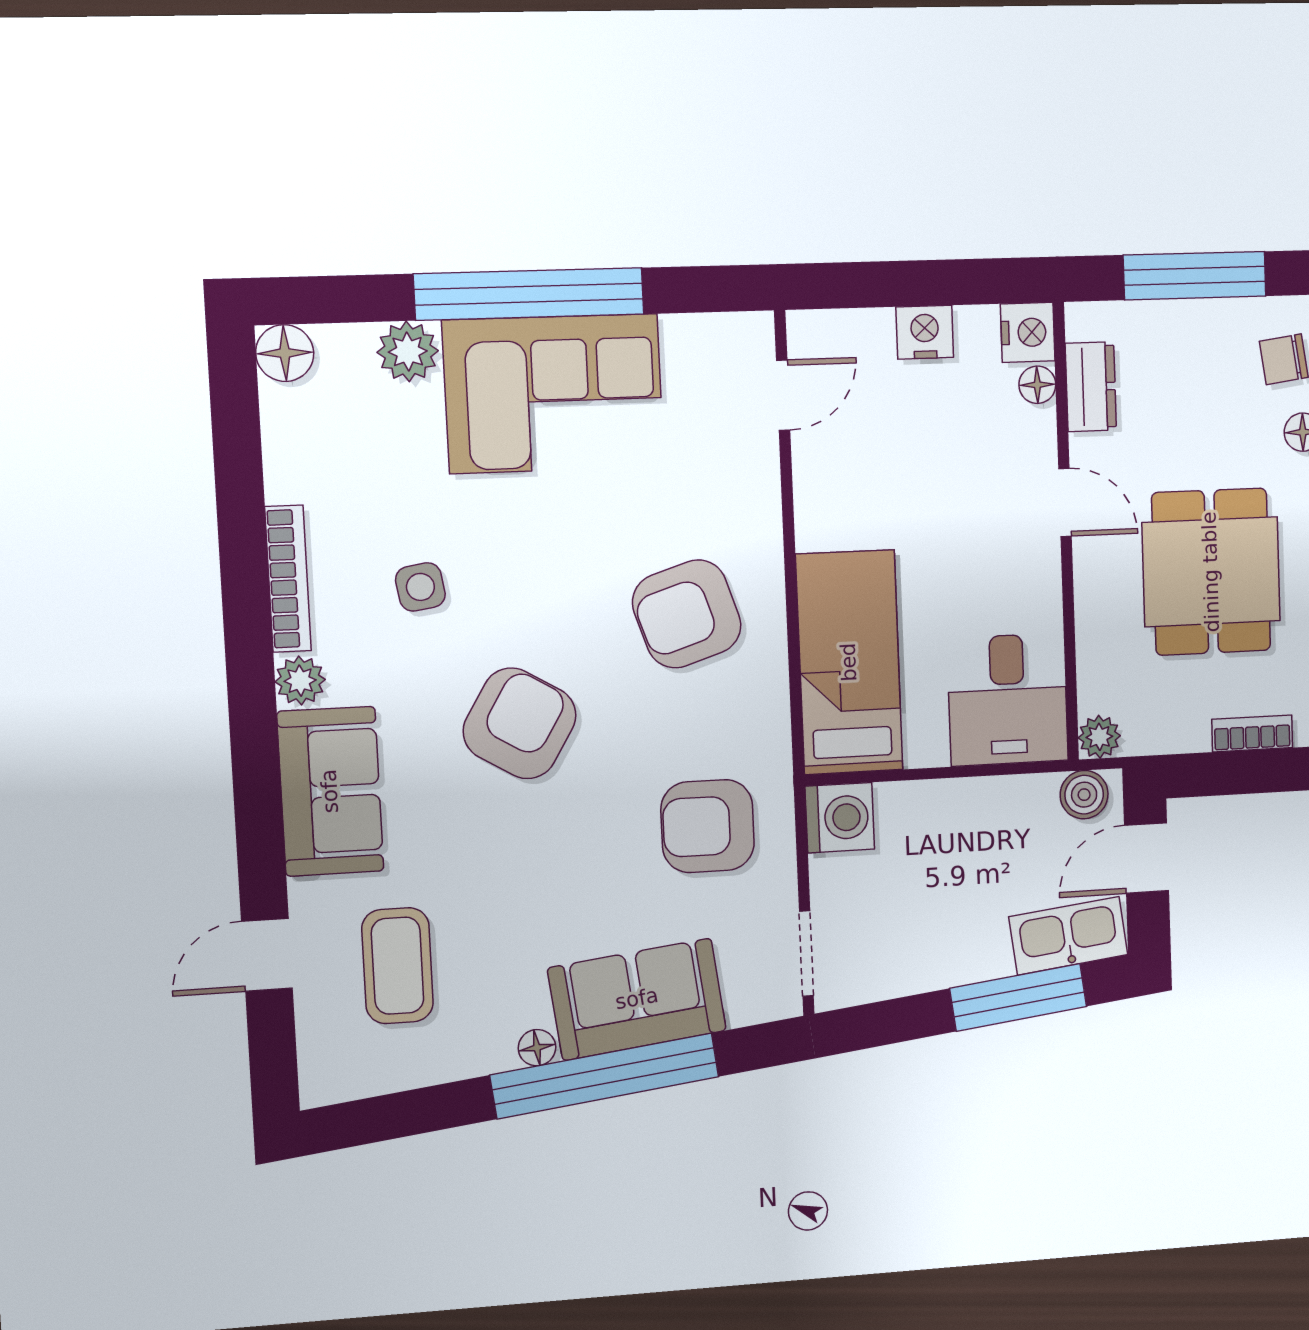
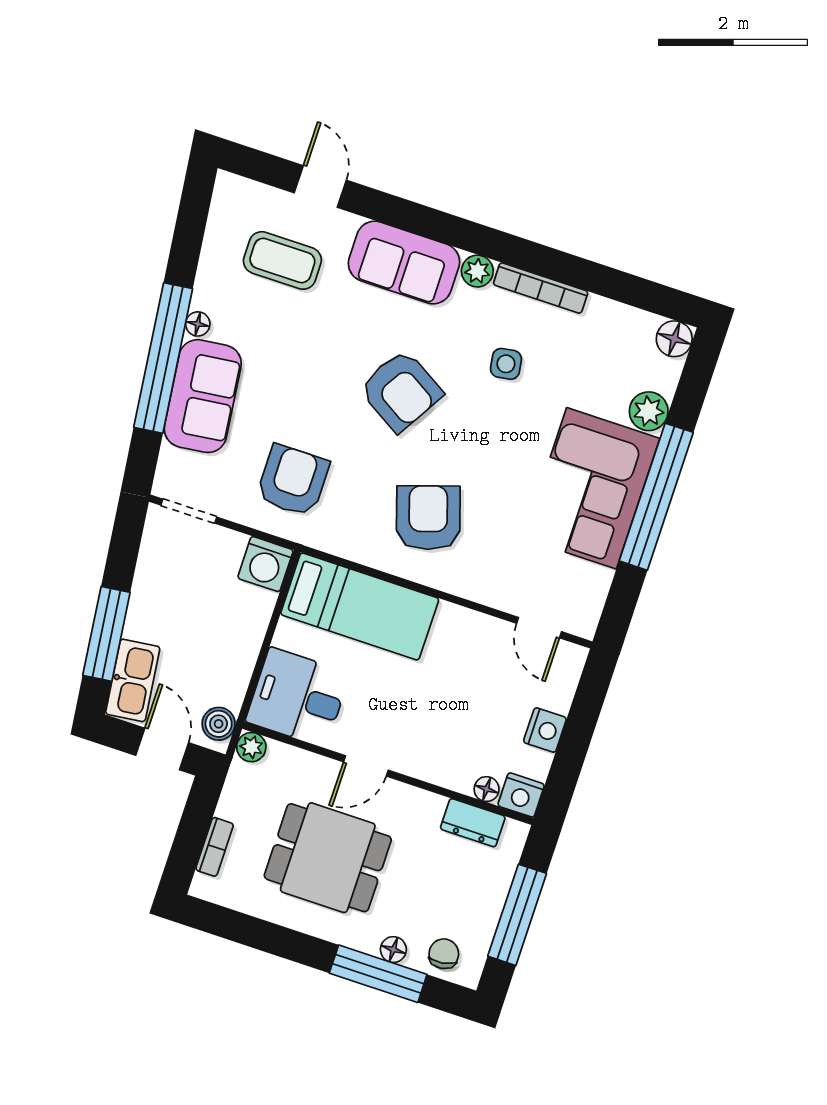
door: (1065, 502) -> (366, 766), moved

